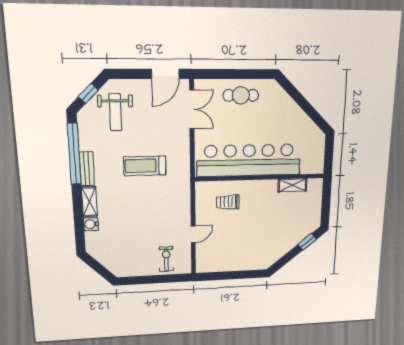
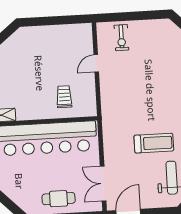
treadmill: (145, 166) -> (154, 143), moved
trolley: (228, 202) -> (64, 97), turned -90

